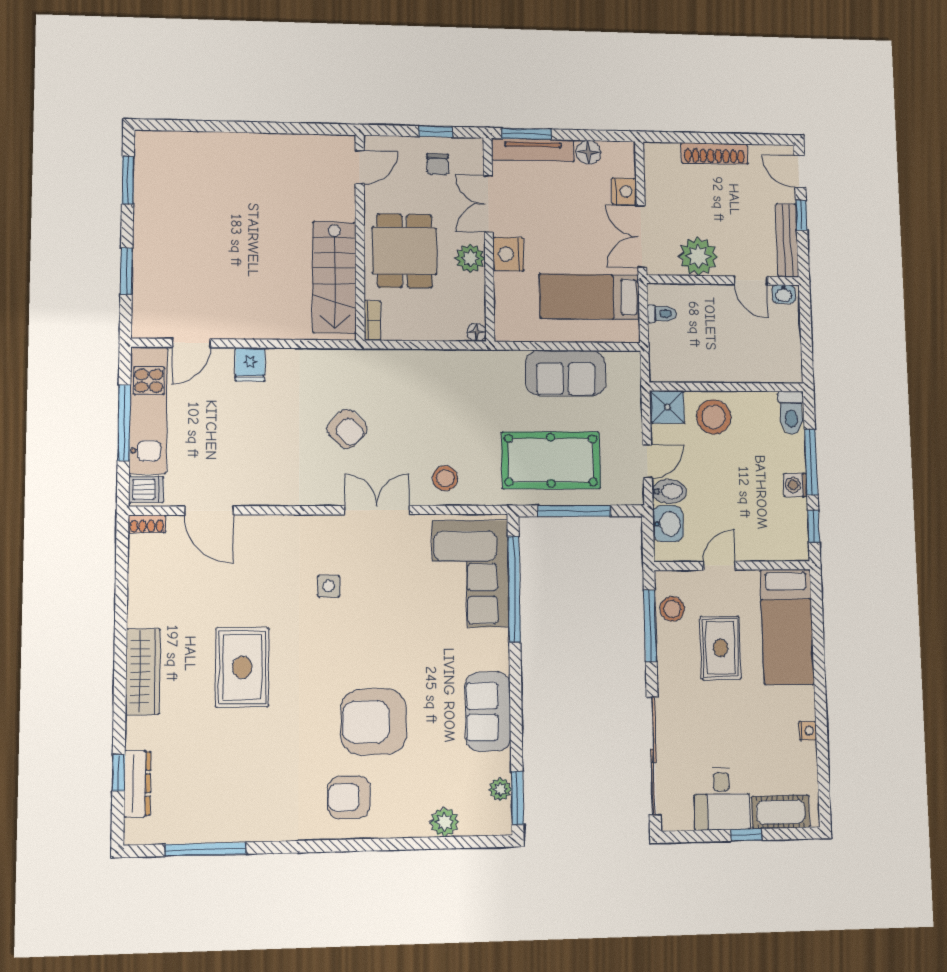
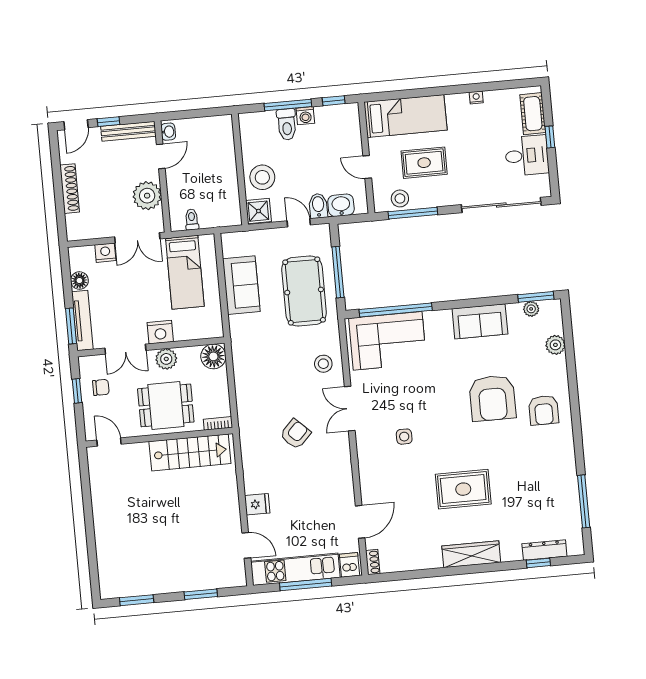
floor lamp: (477, 332) -> (213, 356), width x1.89, depth x1.89
toilet: (791, 413) -> (287, 124), moved, turned 90

